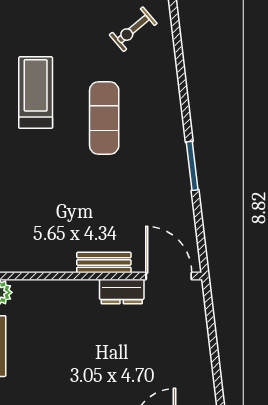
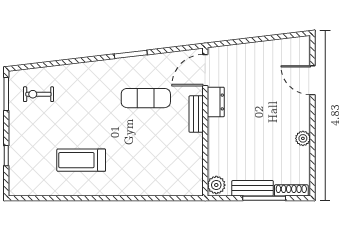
exercise bike: (133, 29) -> (38, 94), turned 130
exercise mat: (104, 118) -> (146, 98), moved

